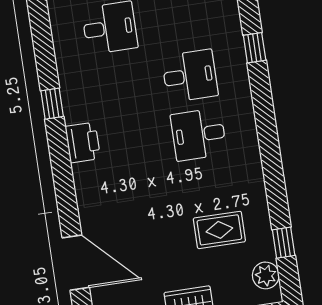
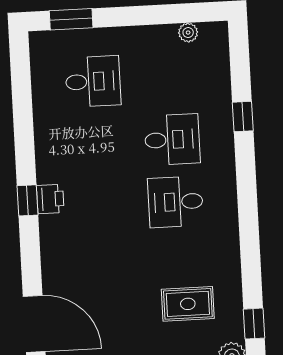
window: (52, 104) -> (28, 200), moved
printer: (83, 142) -> (50, 199), width x0.73, depth x0.81

